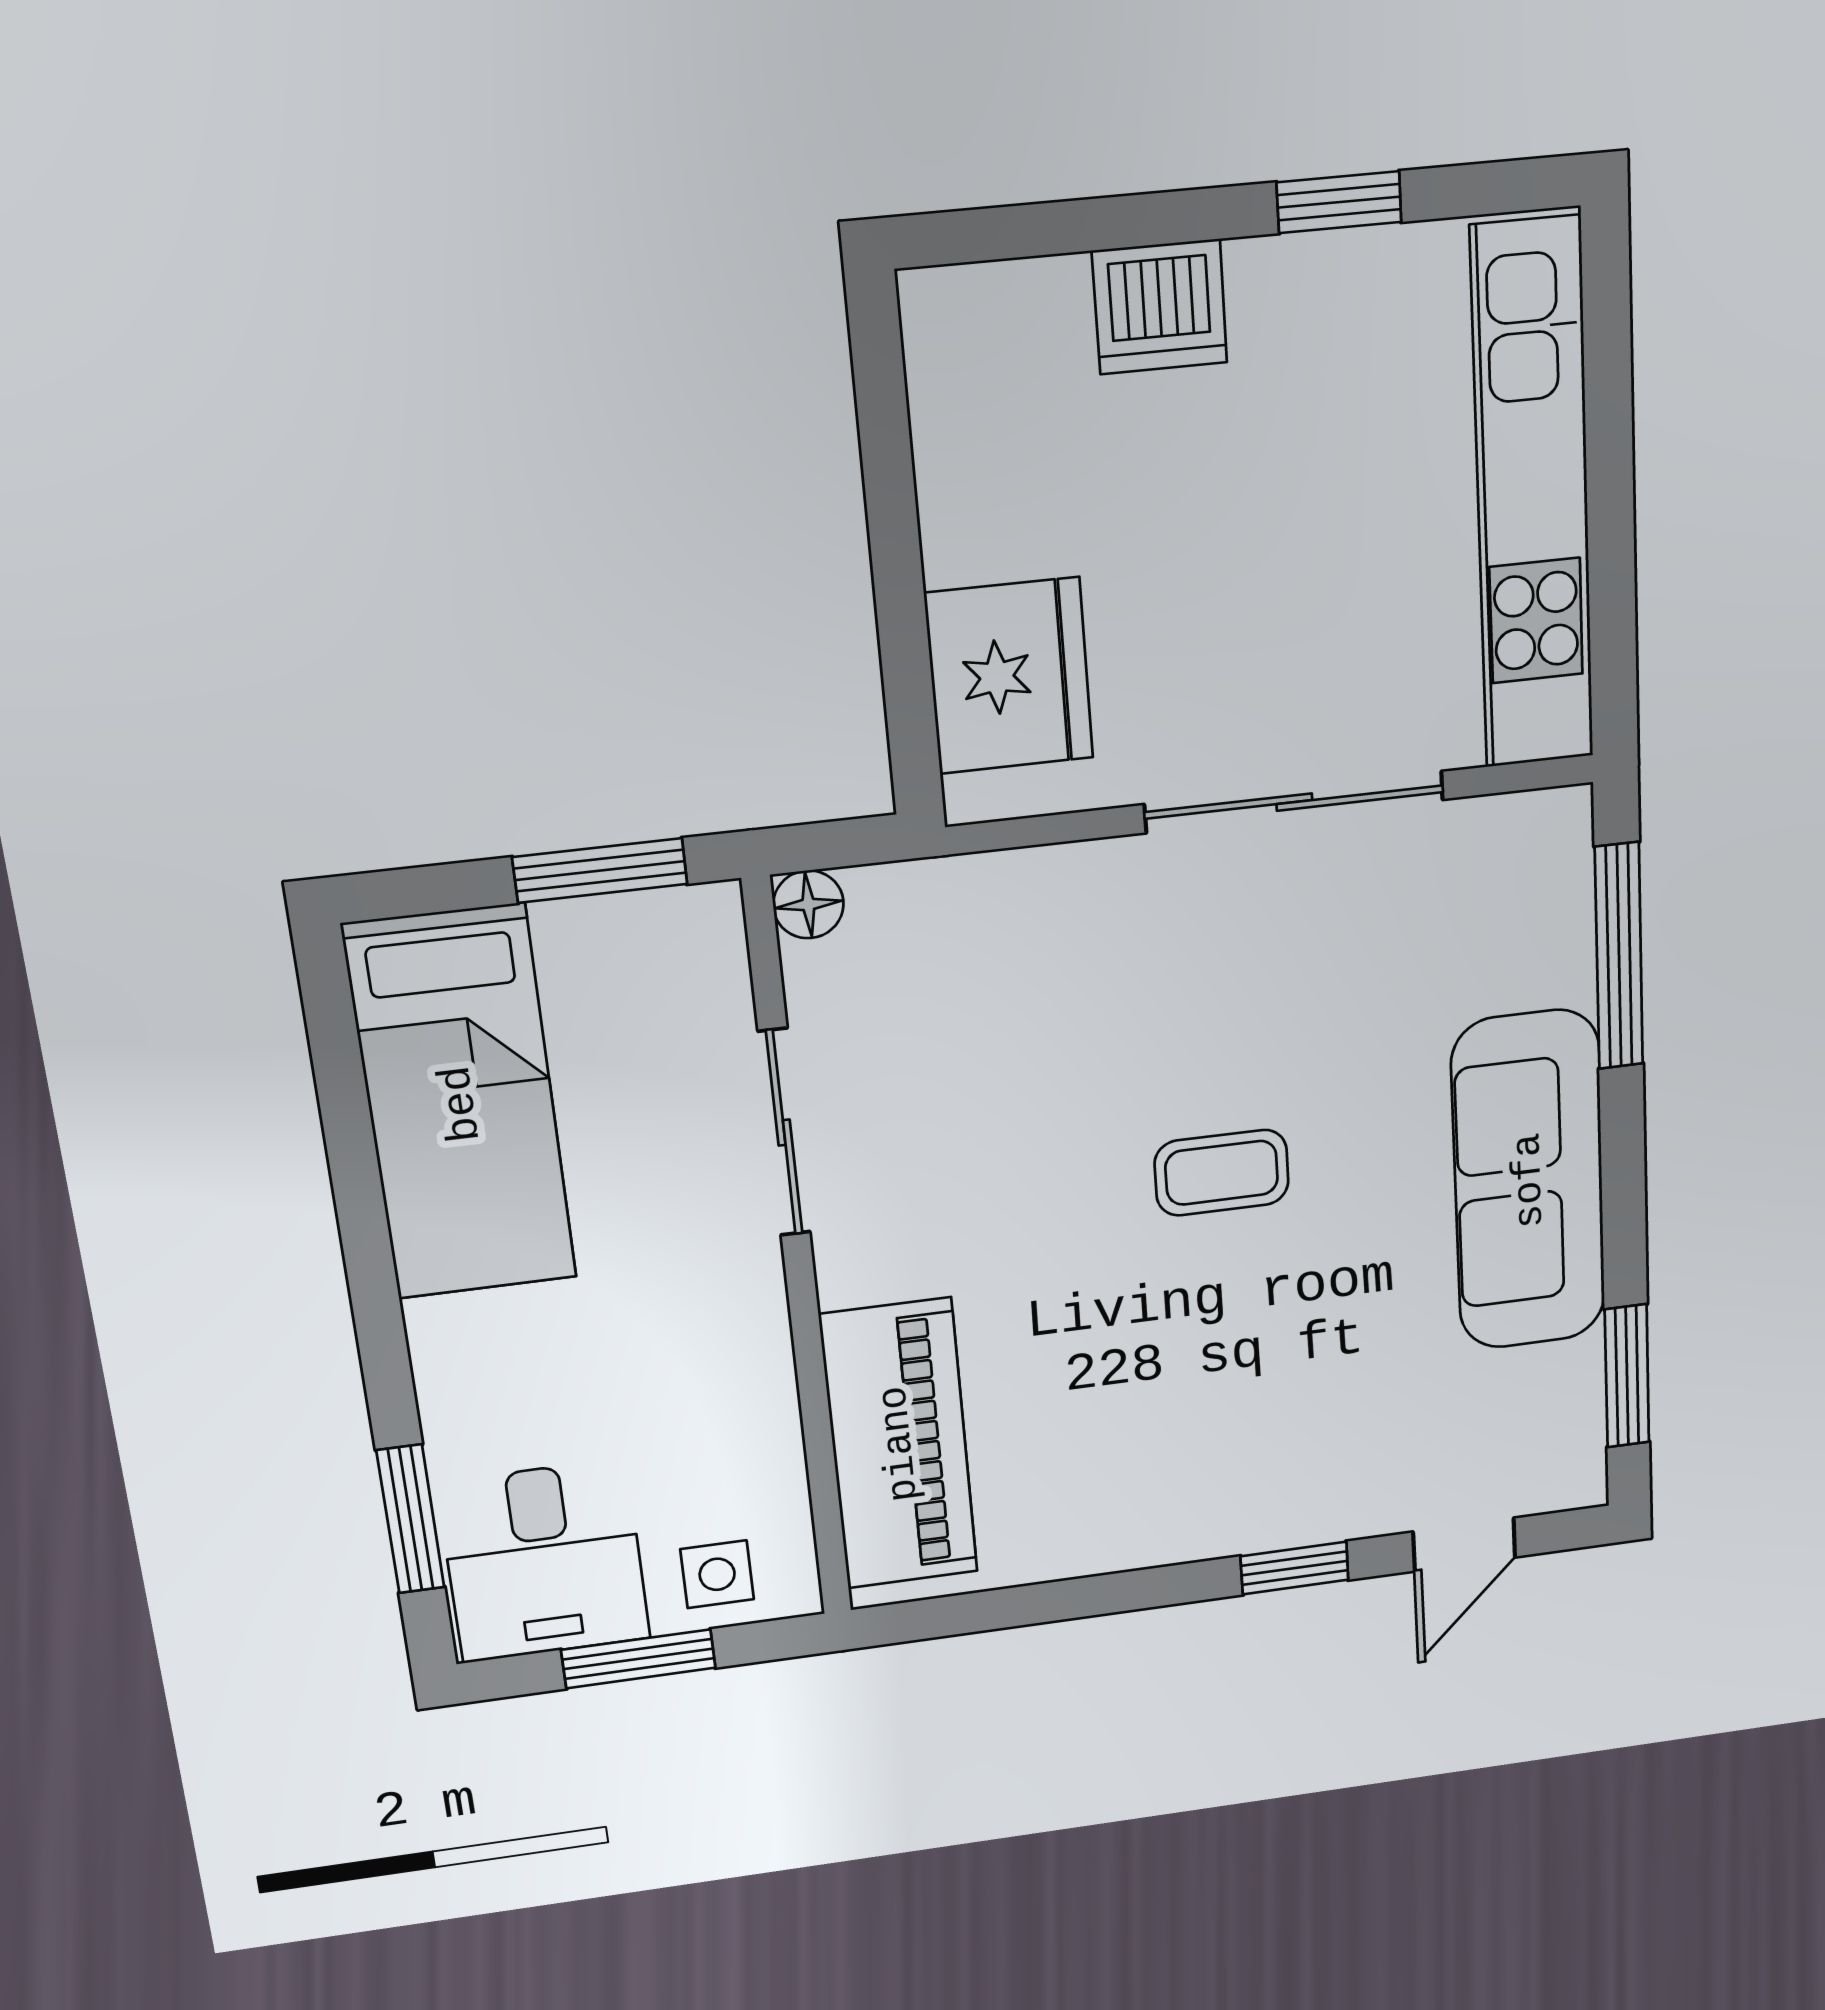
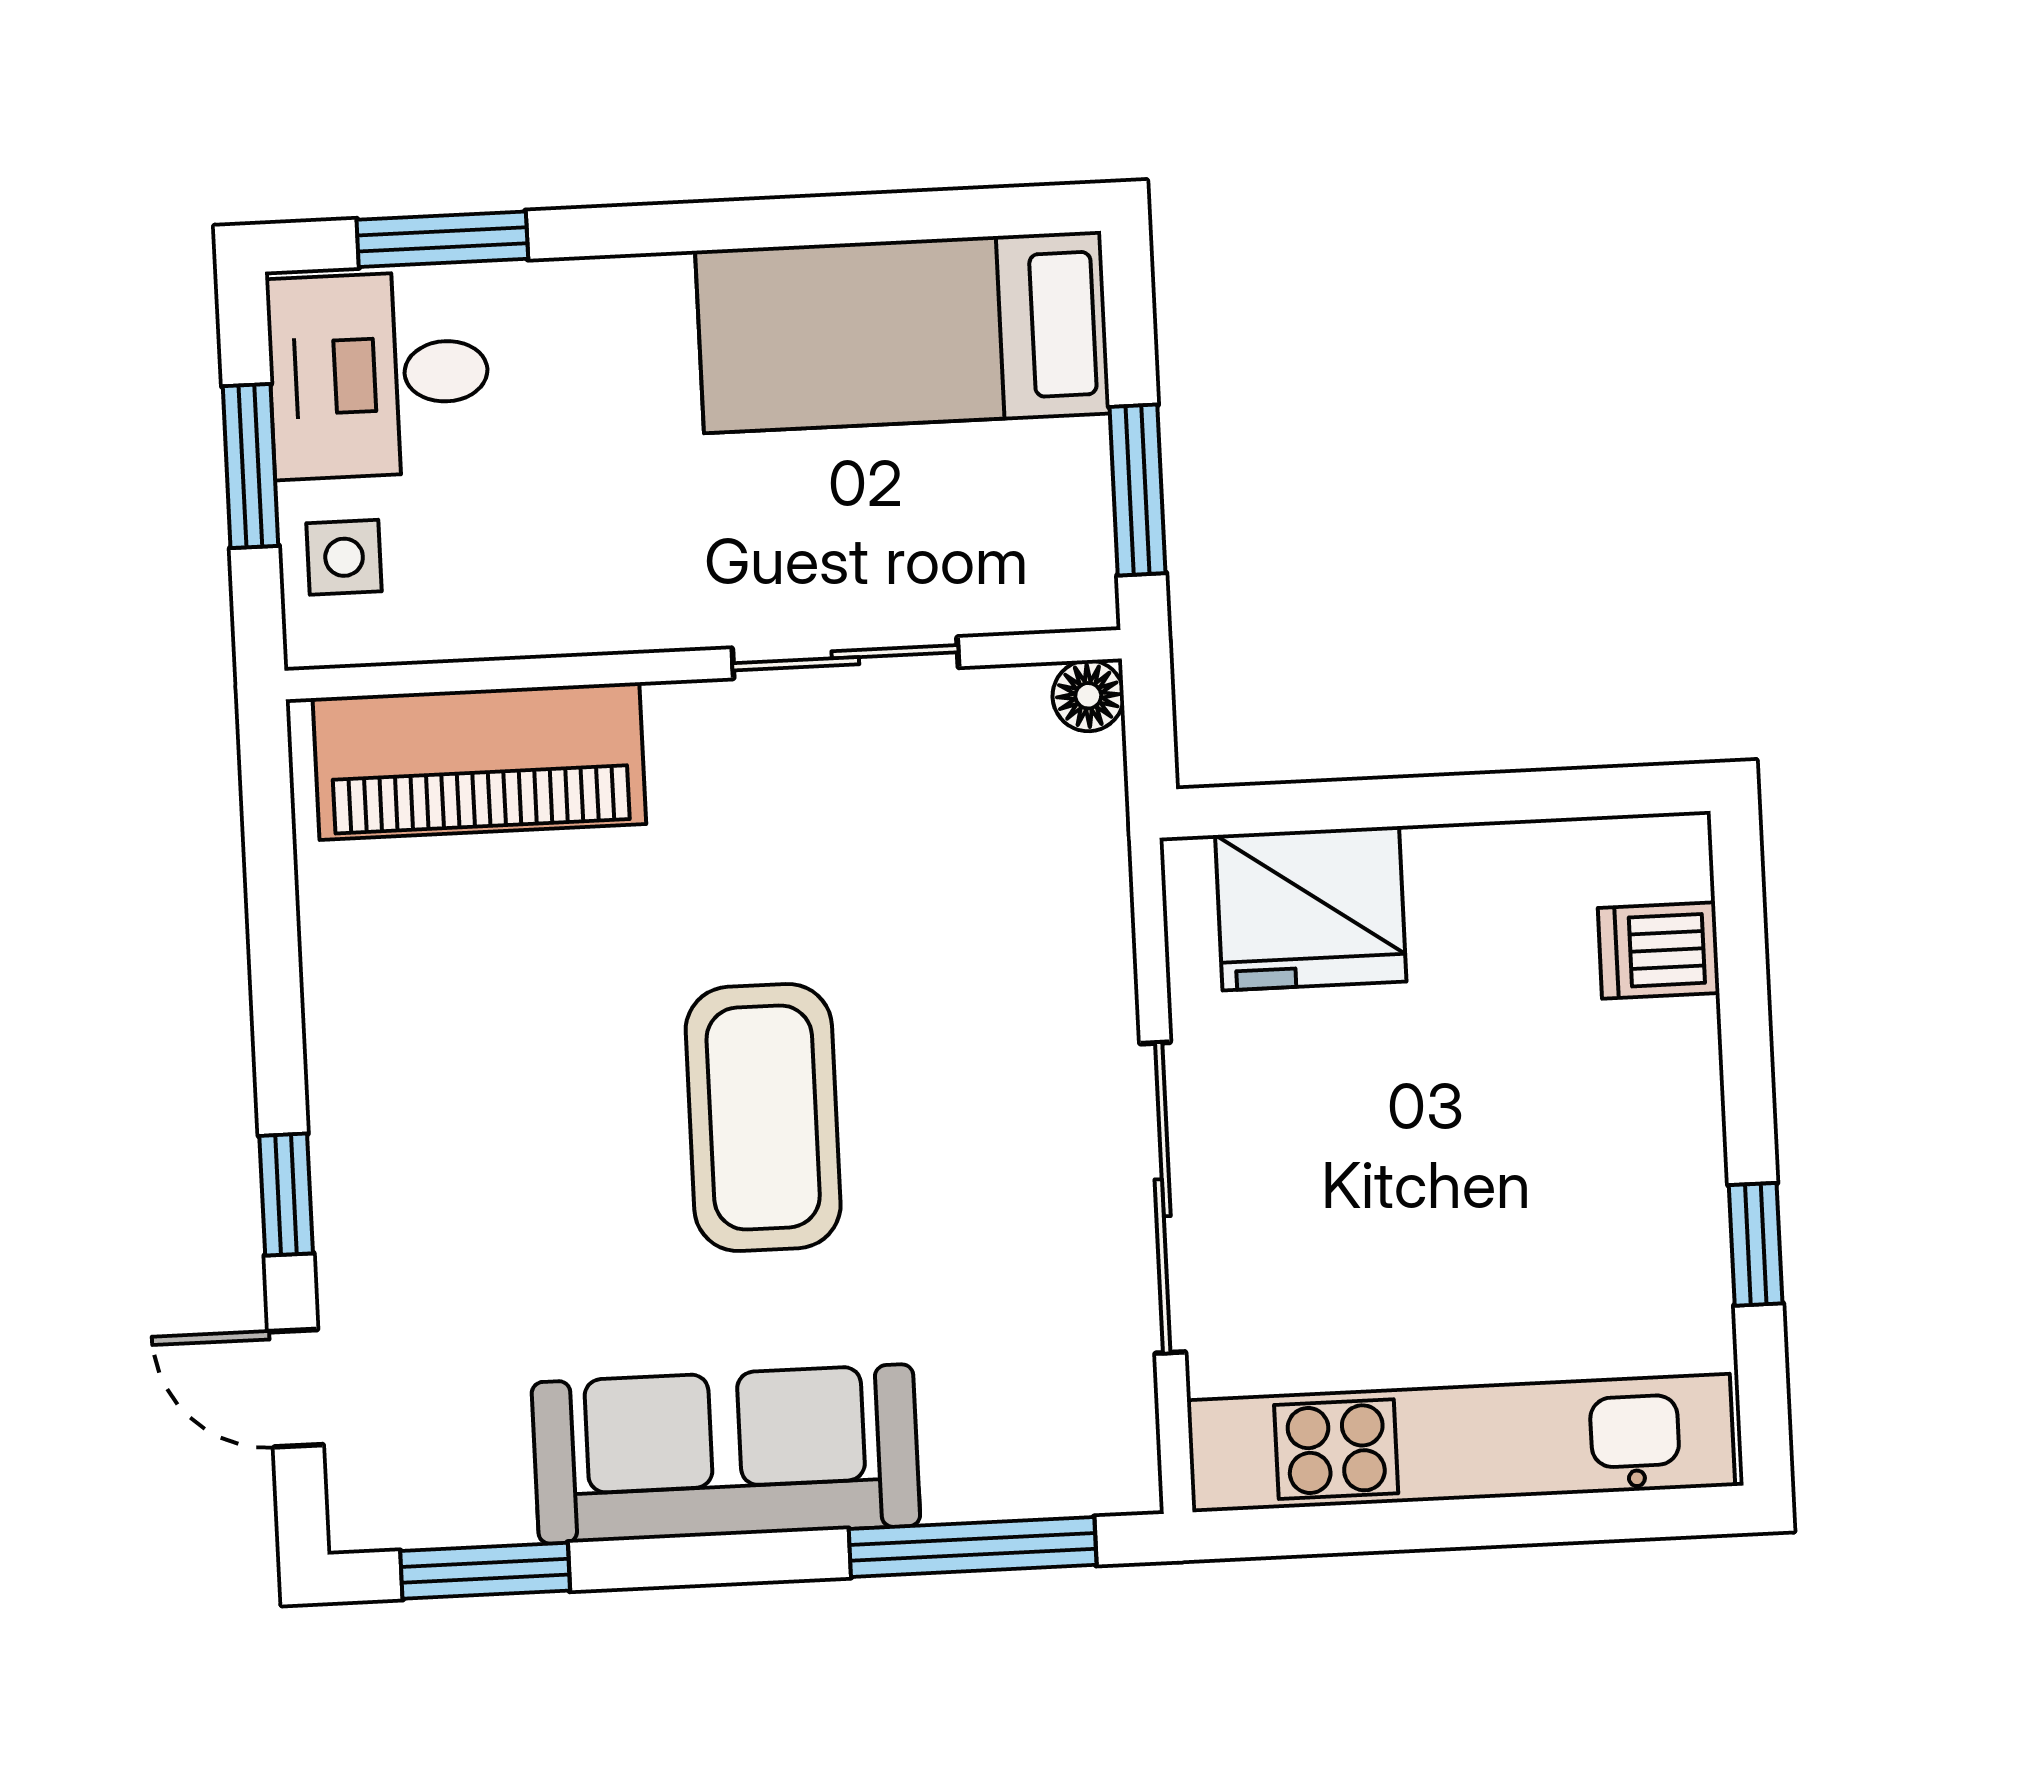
dishwasher: (1160, 307) -> (1659, 951), moved, width x0.73
coffee table: (1222, 1173) -> (763, 1117), width x1.86, depth x1.72

